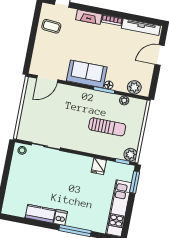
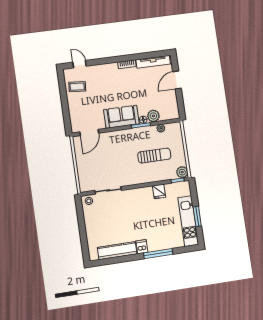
fireplace: (89, 17) -> (106, 68), removed
plant: (134, 87) -> (153, 116), moved
window: (135, 182) -> (197, 216), moved
kitchen counter: (40, 214) -> (117, 251), width x1.50

